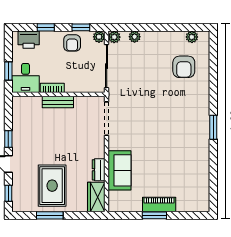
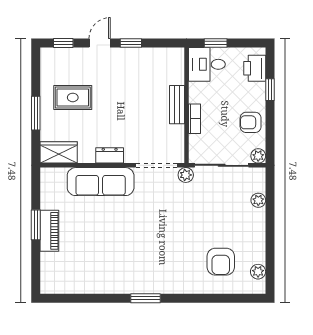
window: (81, 27) -> (270, 133), removed
plant: (114, 37) -> (186, 175), moved
armchair: (184, 67) -> (221, 262), turned -90
bookcase: (52, 88) -> (194, 119), moved
dresser: (99, 170) -> (110, 155), moved
sofa: (120, 170) -> (101, 182), width x1.36
rug: (52, 186) -> (73, 97), width x0.73, depth x0.70
window: (50, 215) -> (36, 113), moved

